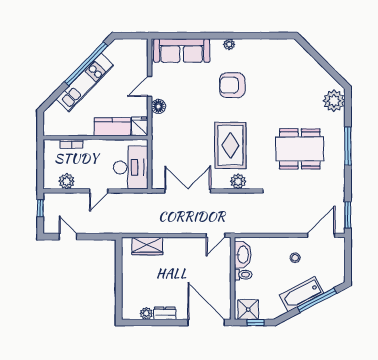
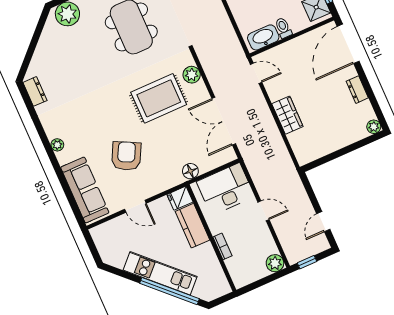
dresser: (282, 45) -> (35, 91), added
window: (86, 64) -> (170, 291), moved
armchair: (232, 85) -> (126, 156), moved, turned -153
floor lamp: (158, 106) -> (190, 171), moved
bookcase: (71, 144) -> (222, 246), moved
plant: (67, 181) -> (275, 263), moved
wardrobe: (147, 246) -> (287, 115), moved
plant: (146, 313) -> (374, 127), moved

